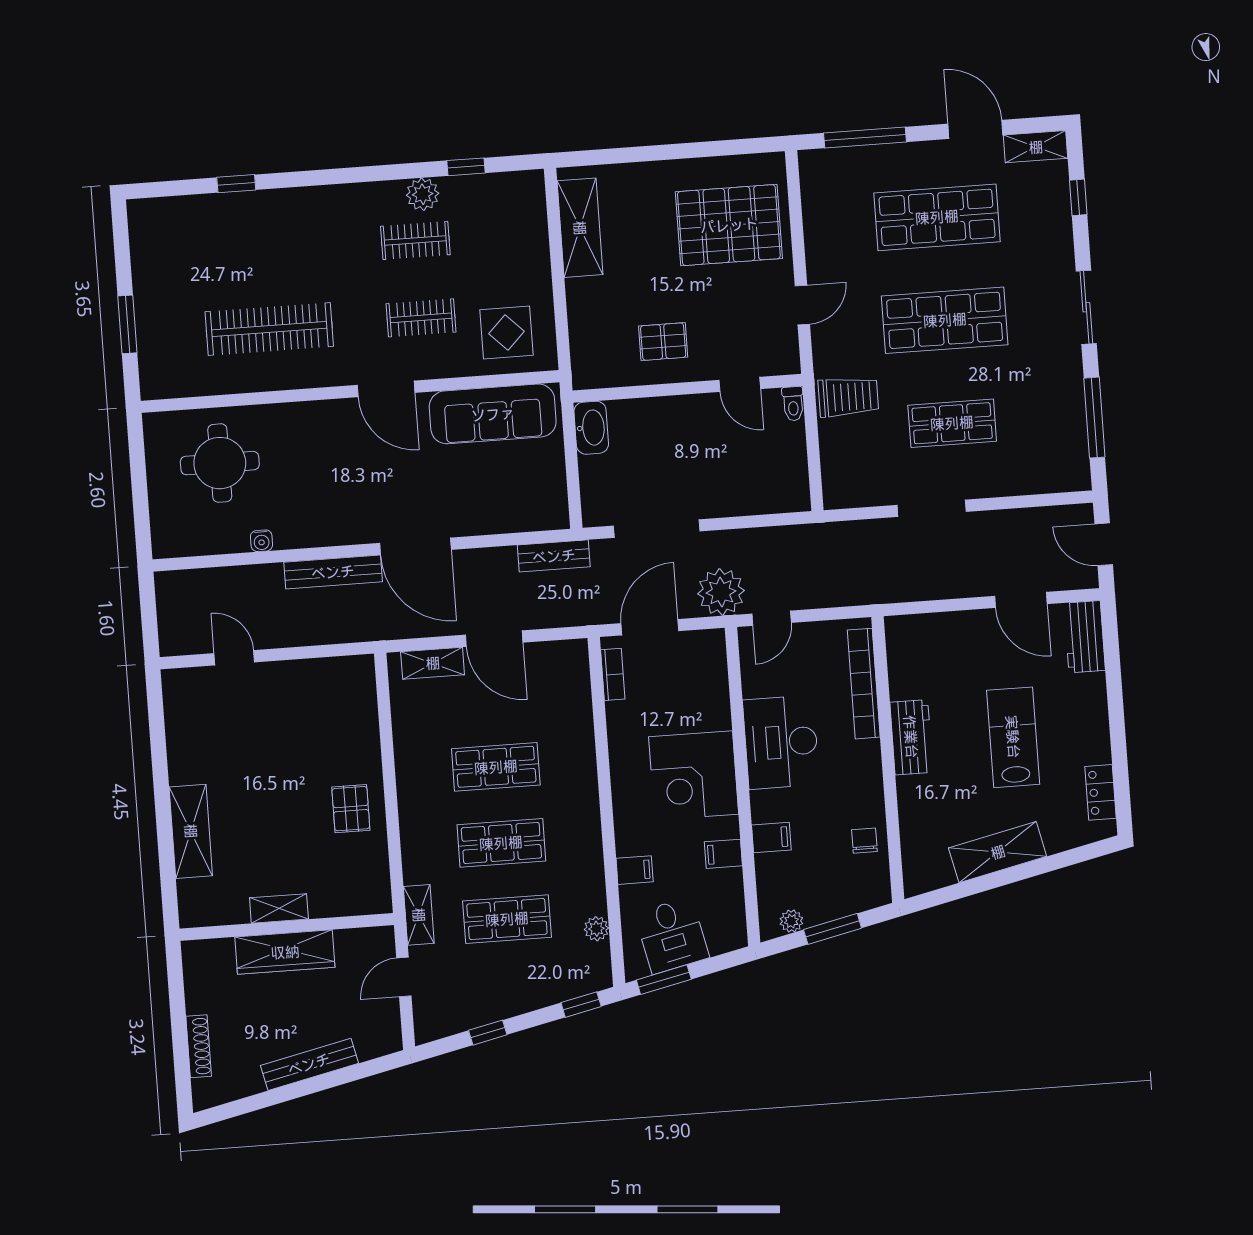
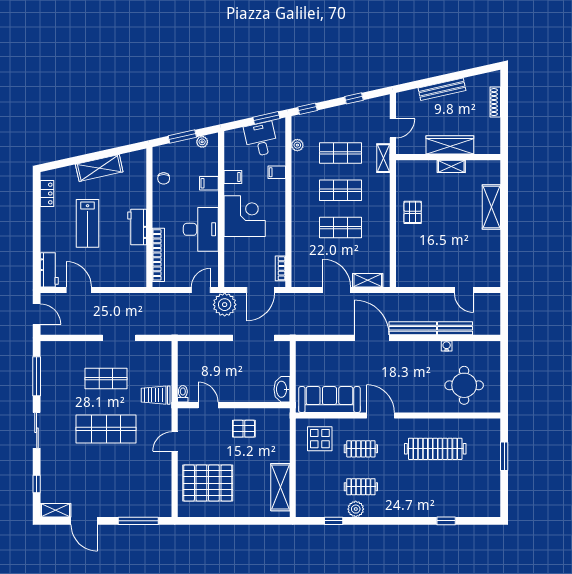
shop shelf: (937, 217) -> (106, 479), removed
bench: (554, 556) -> (455, 328), moved

